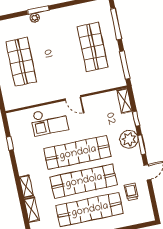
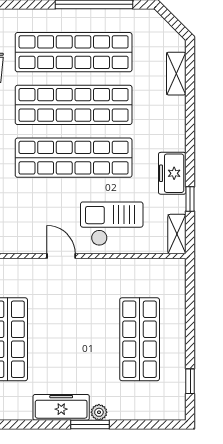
freezer: (56, 16) -> (61, 407), added
freezer: (22, 155) -> (172, 173), added
shelving: (26, 186) -> (177, 234), moved

